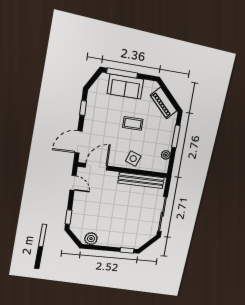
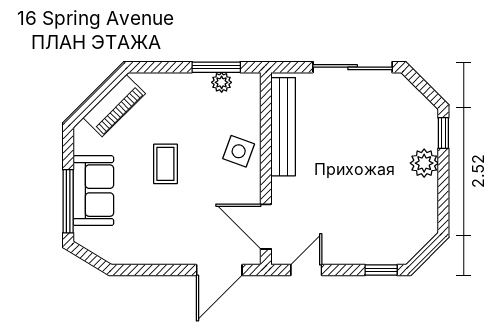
window: (83, 108) -> (149, 270), removed
window: (176, 136) -> (216, 67), moved
door: (78, 142) -> (219, 270), hinge flipped
plant: (91, 239) -> (424, 163), moved

